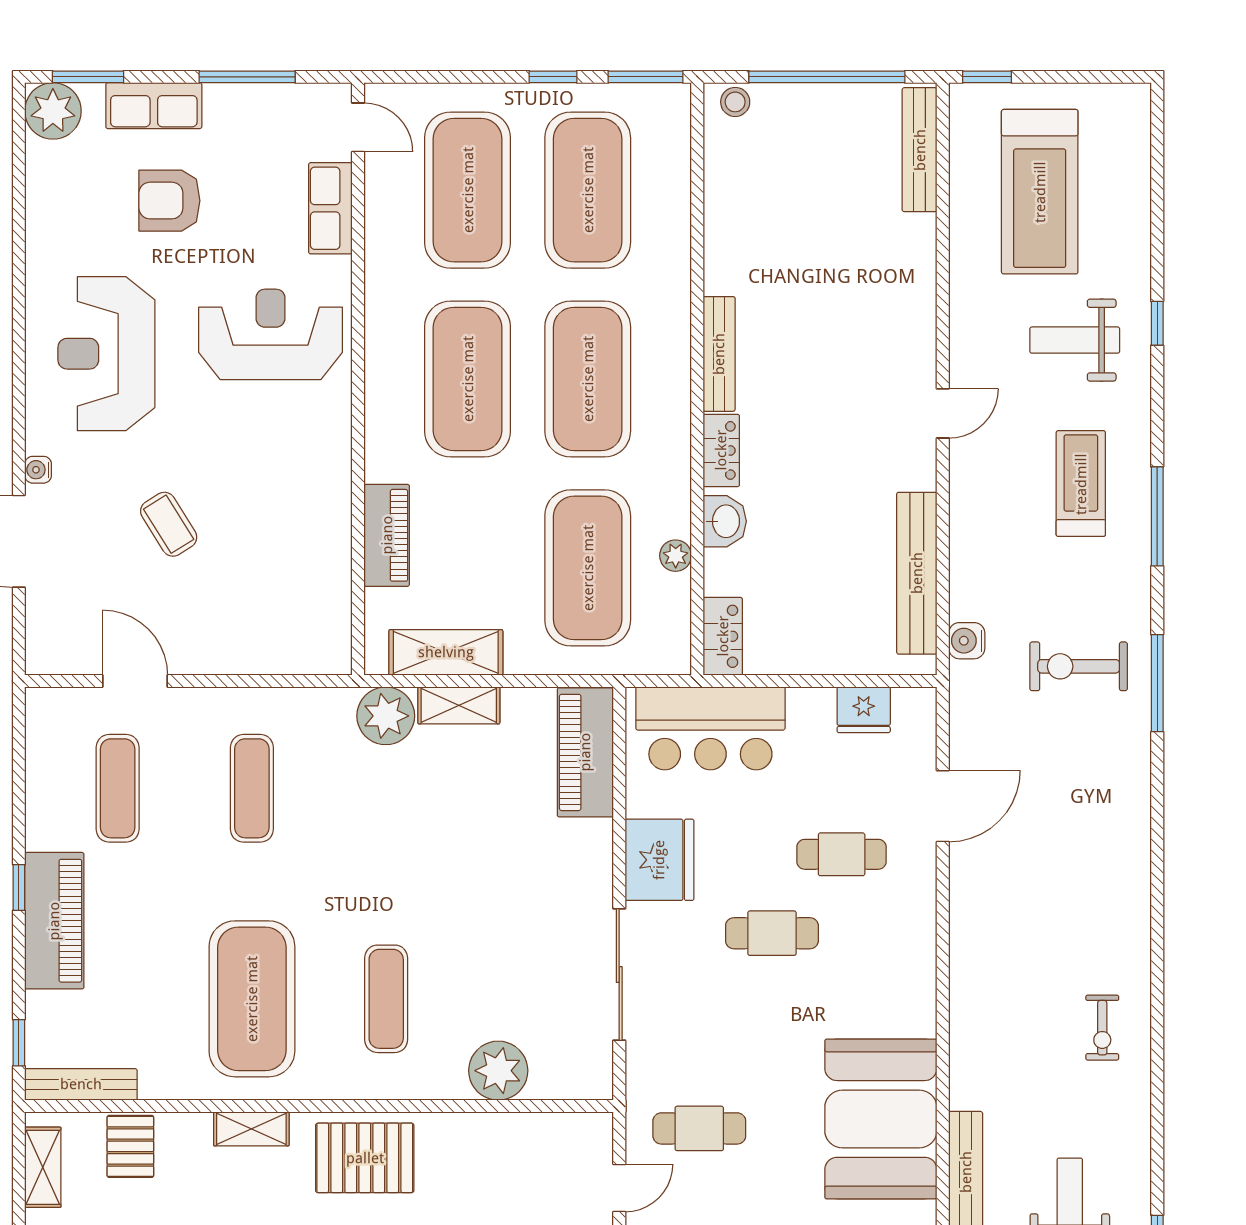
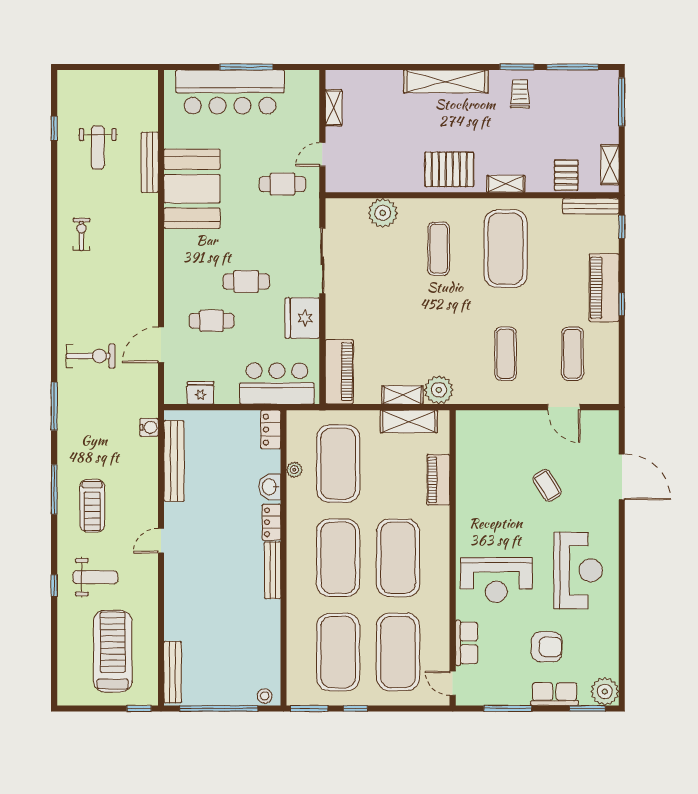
water cooler: (38, 470) -> (612, 513), removed
exercise bike: (1079, 666) -> (91, 356), moved

